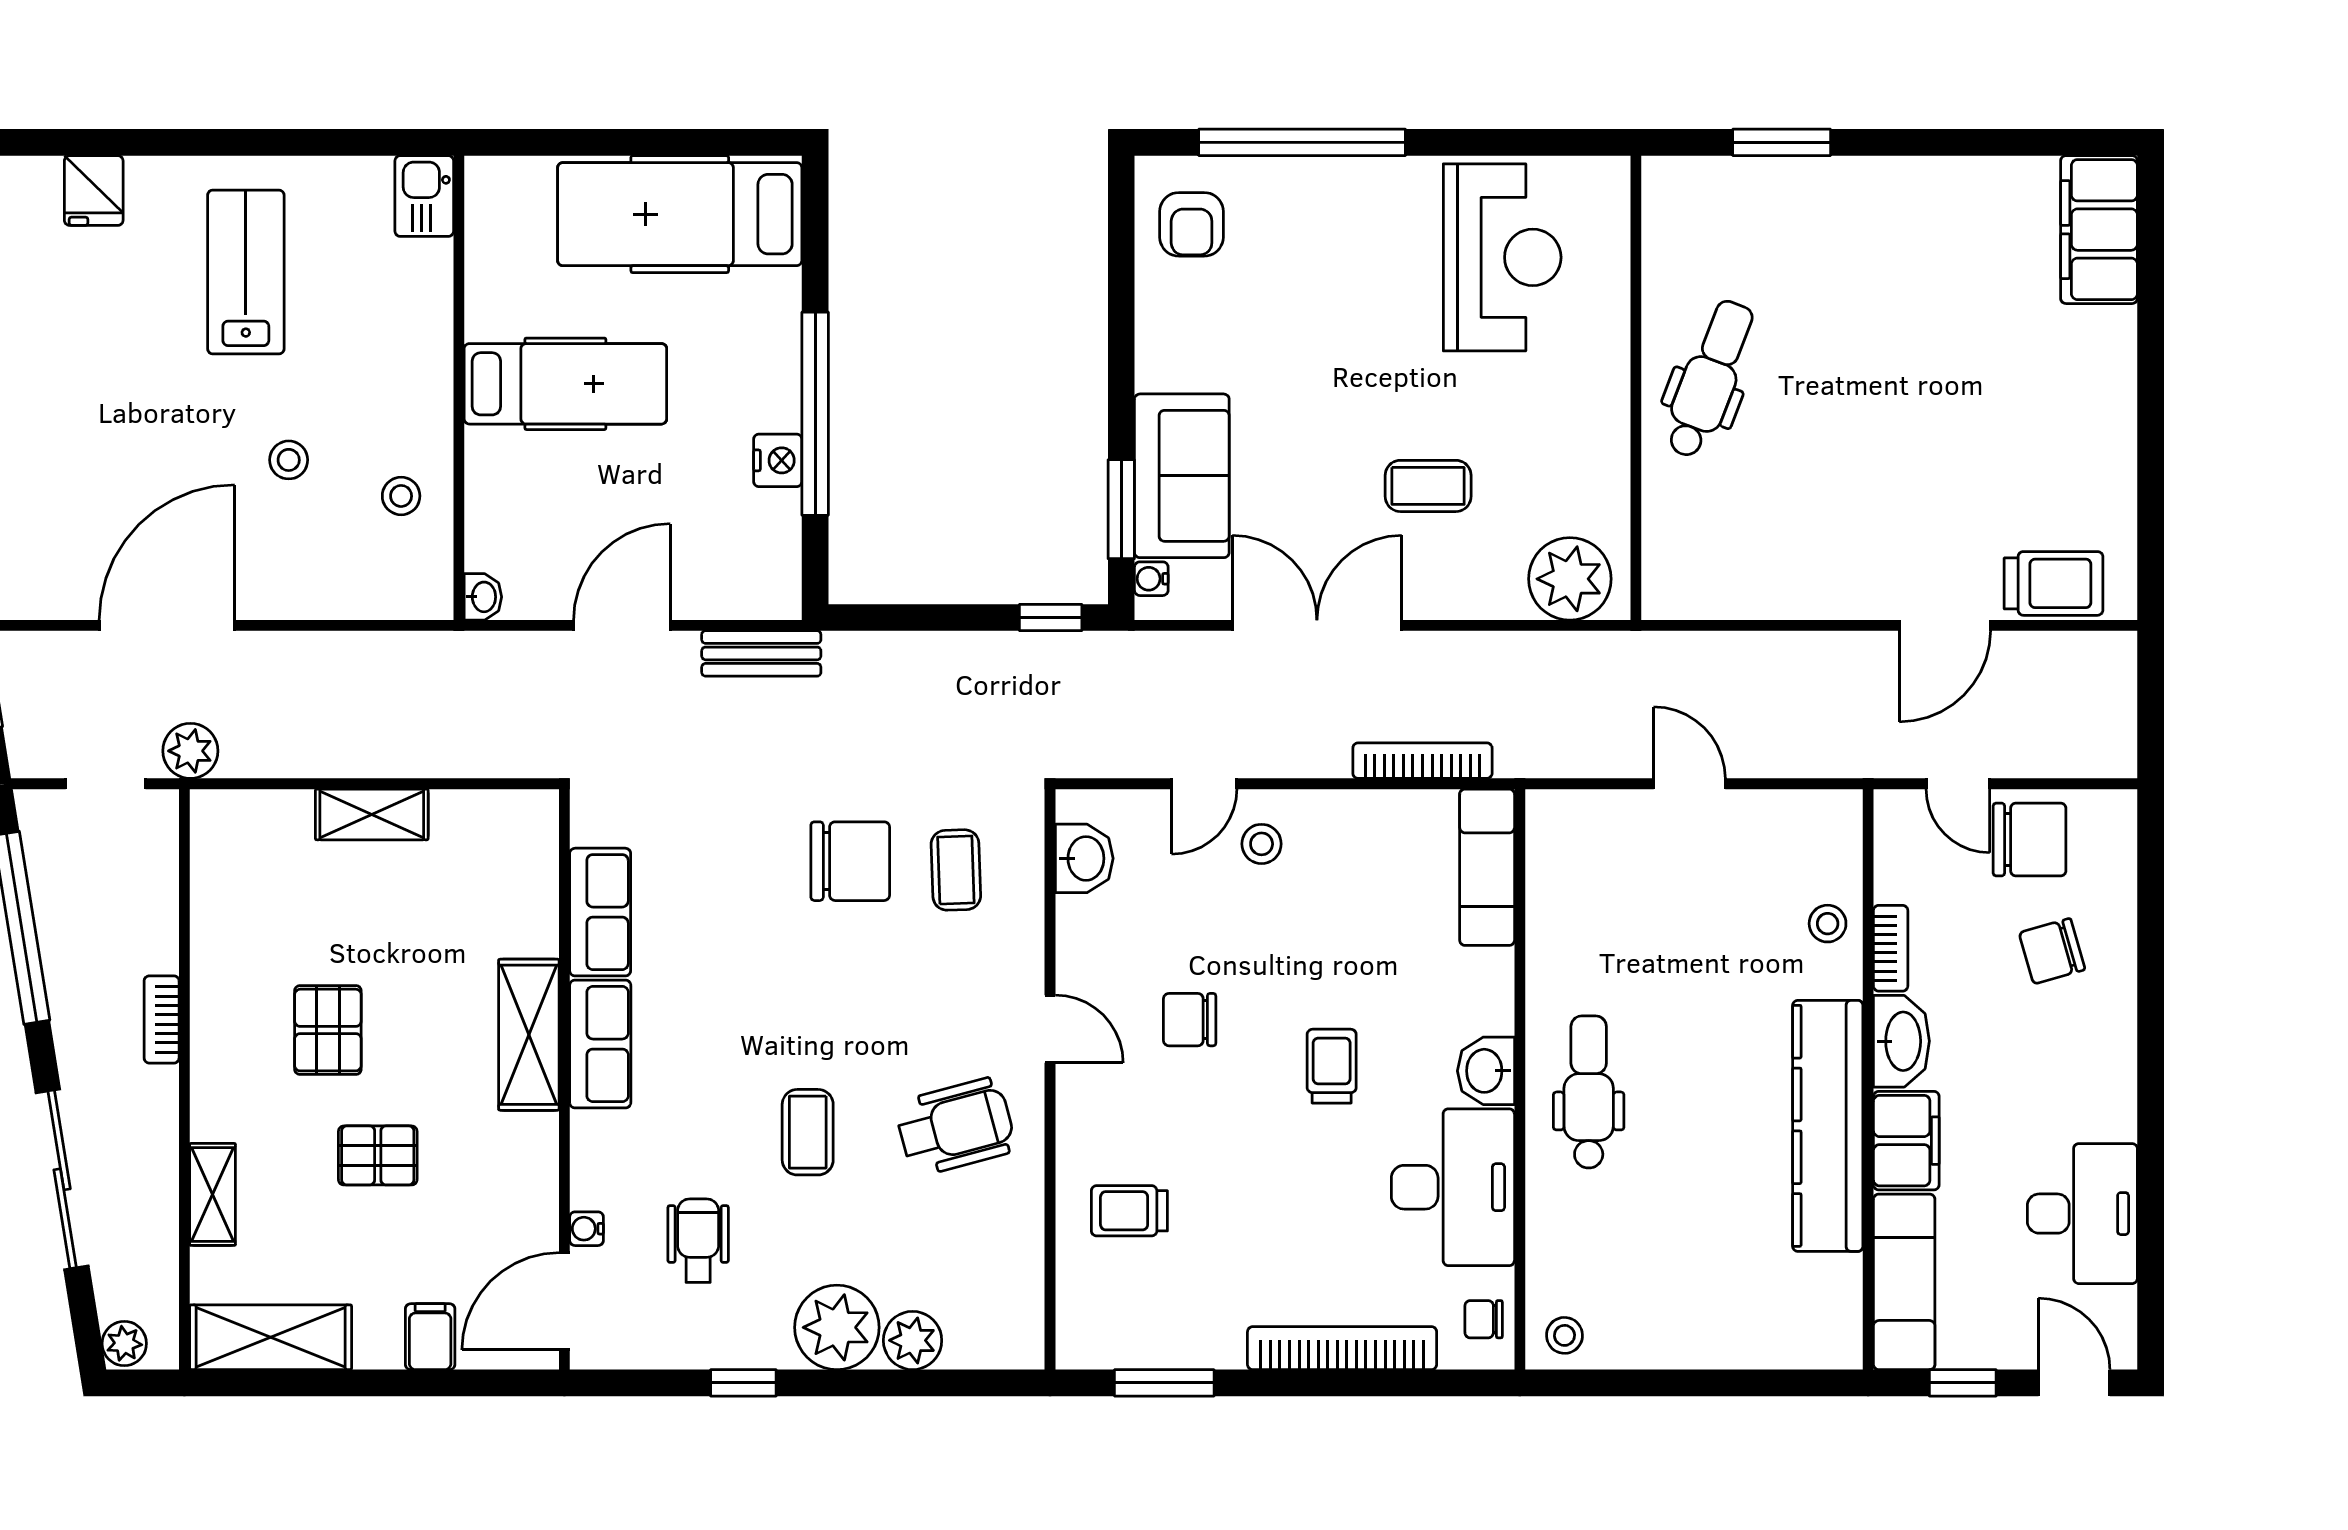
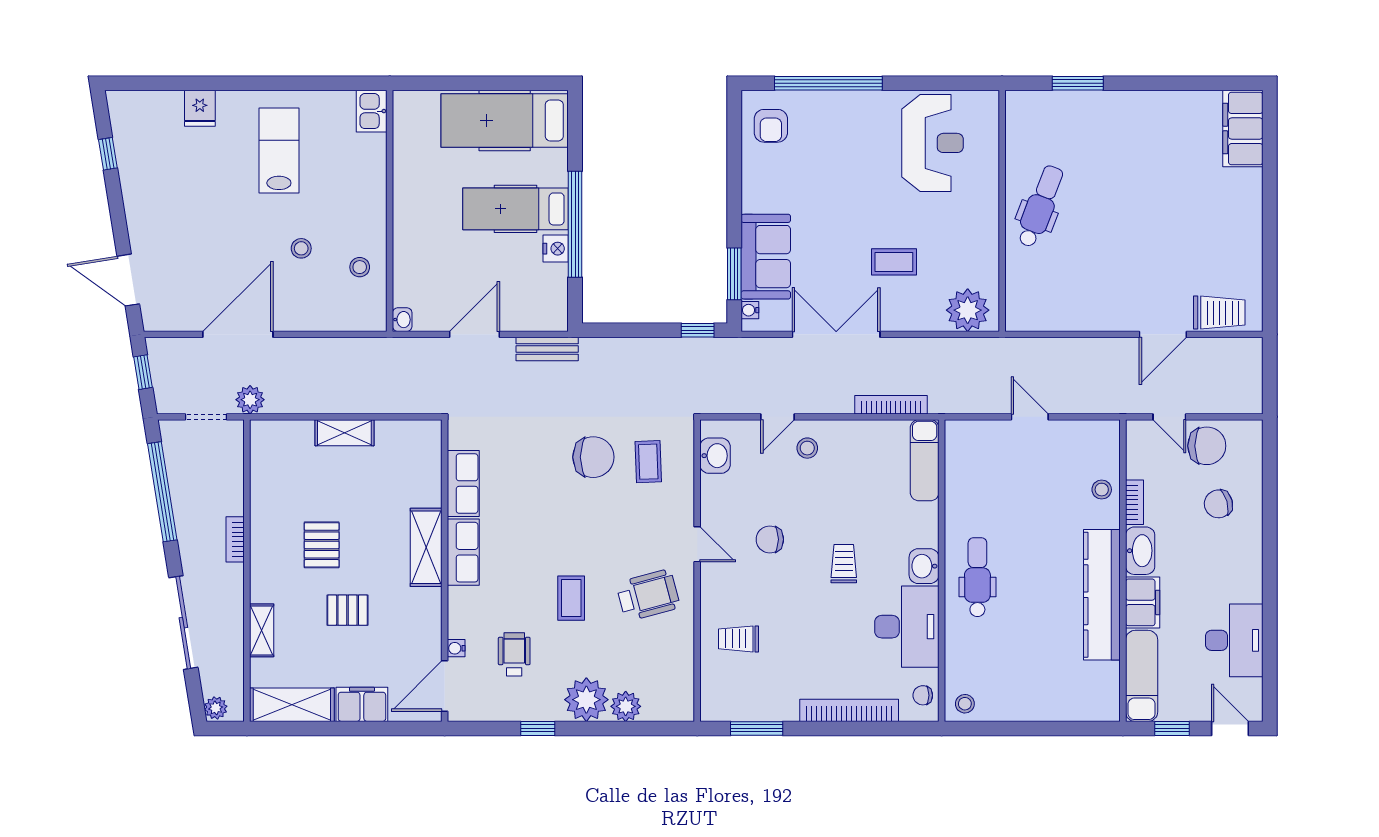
hospital bed: (565, 384) -> (515, 209), moved, turned 180
filing cabinet: (430, 1337) -> (362, 704), width x2.00

